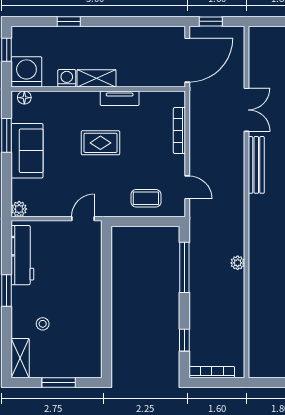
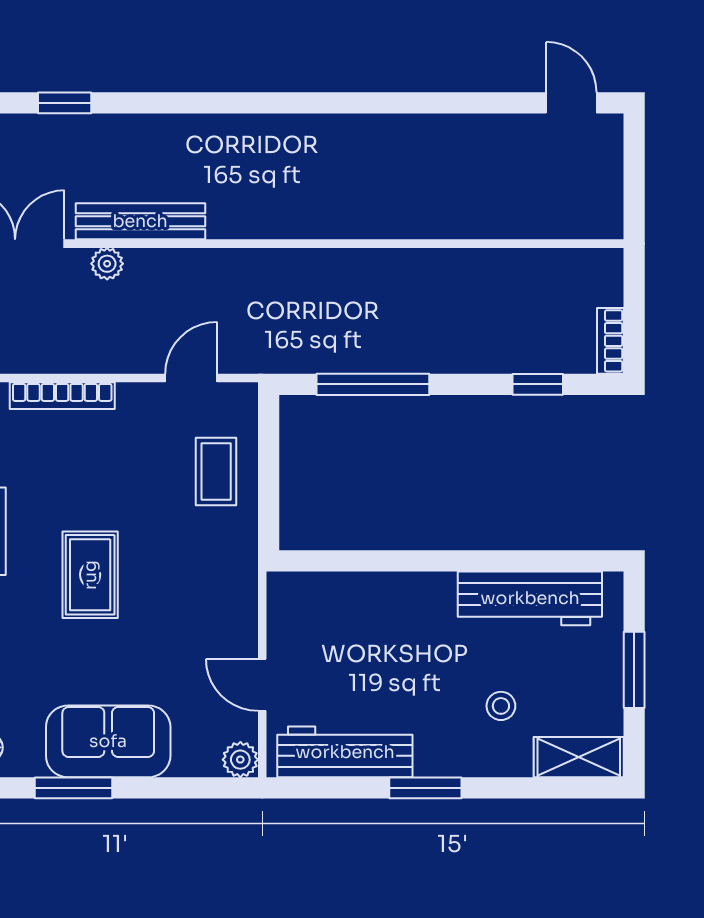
door: (83, 219) -> (262, 685), moved
plant: (238, 263) -> (107, 264), moved
workbench: (90, 337) -> (530, 598), added
bookcase: (212, 372) -> (610, 341), width x0.64

